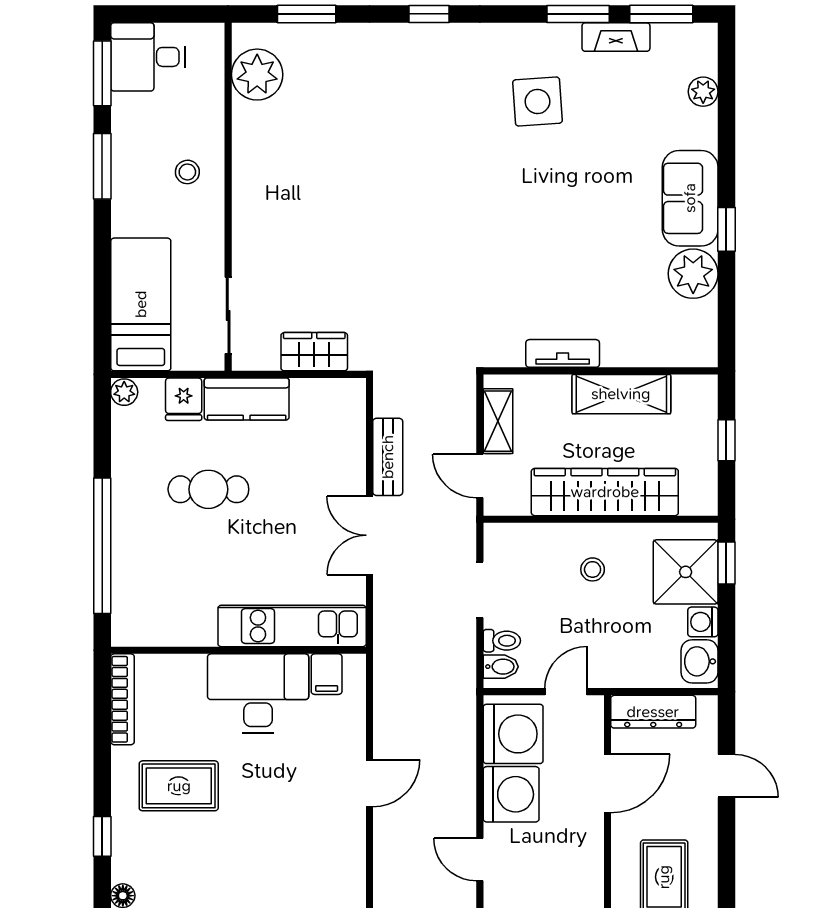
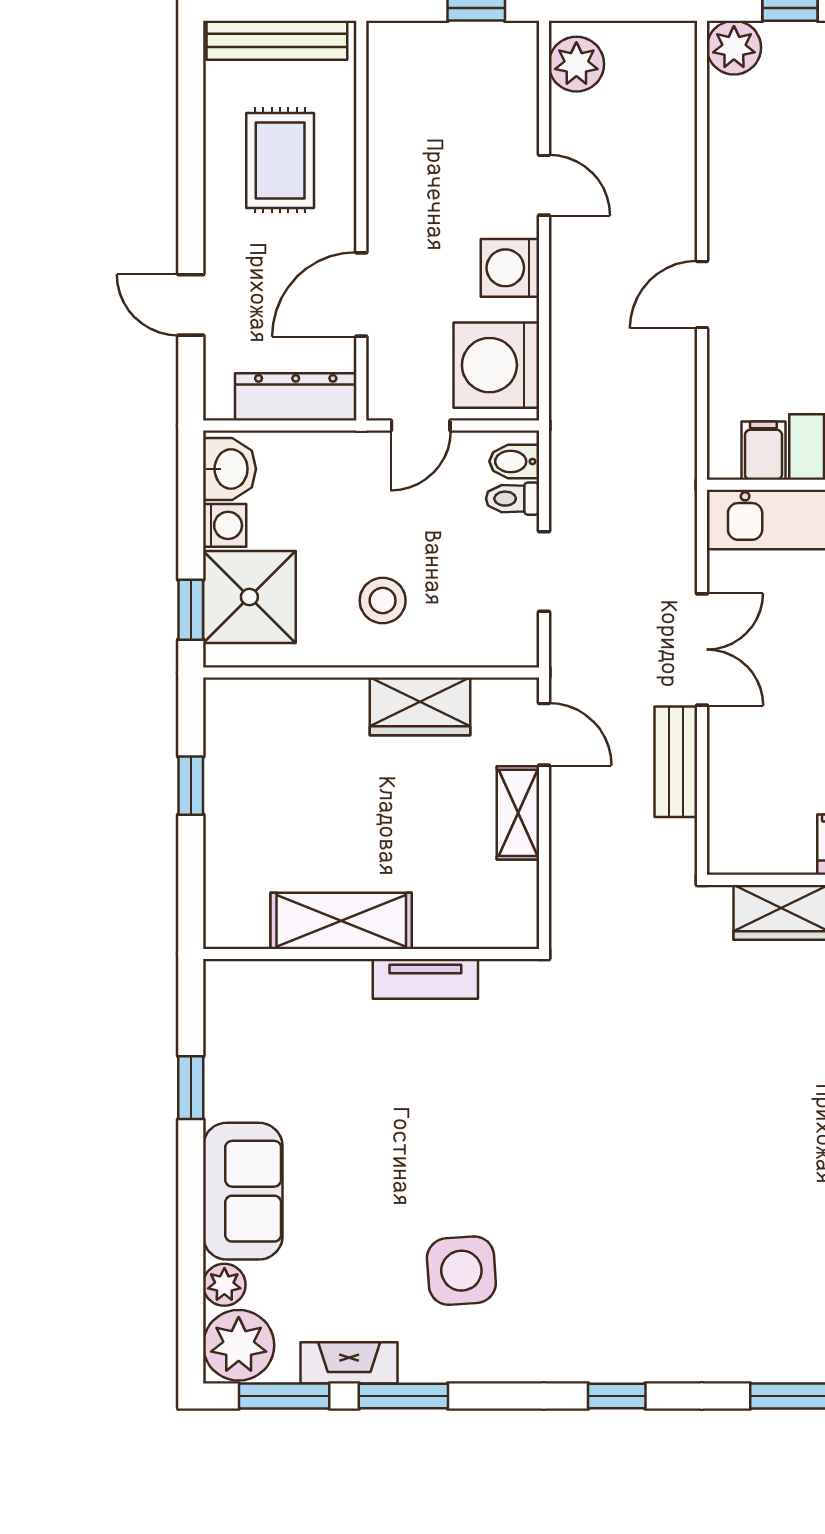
sofa: (690, 198) -> (243, 1191), moved
plant: (693, 274) -> (239, 1345), moved
tv unit: (563, 353) -> (425, 979), moved
wall: (601, 371) -> (371, 954), moved
shelving: (621, 394) -> (341, 921), moved
wardrobe: (605, 492) -> (420, 706), width x0.48, depth x0.85
stool: (593, 569) -> (383, 601), width x1.37, depth x1.37
washing machine: (511, 794) -> (510, 268), width x0.73, depth x0.73

